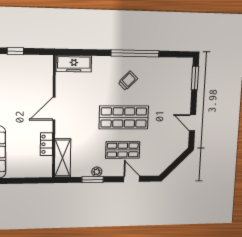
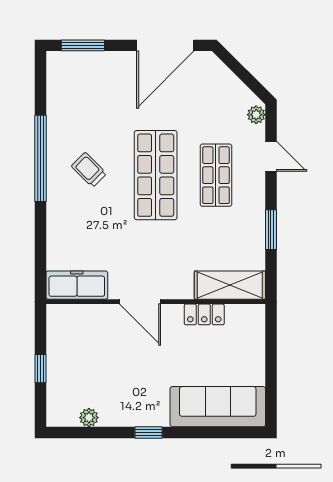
freezer: (74, 64) -> (77, 285), moved, turned -90
door: (192, 123) -> (165, 45), width x1.87
plant: (97, 172) -> (256, 115), moved
door: (132, 179) -> (271, 156), swing flipped

